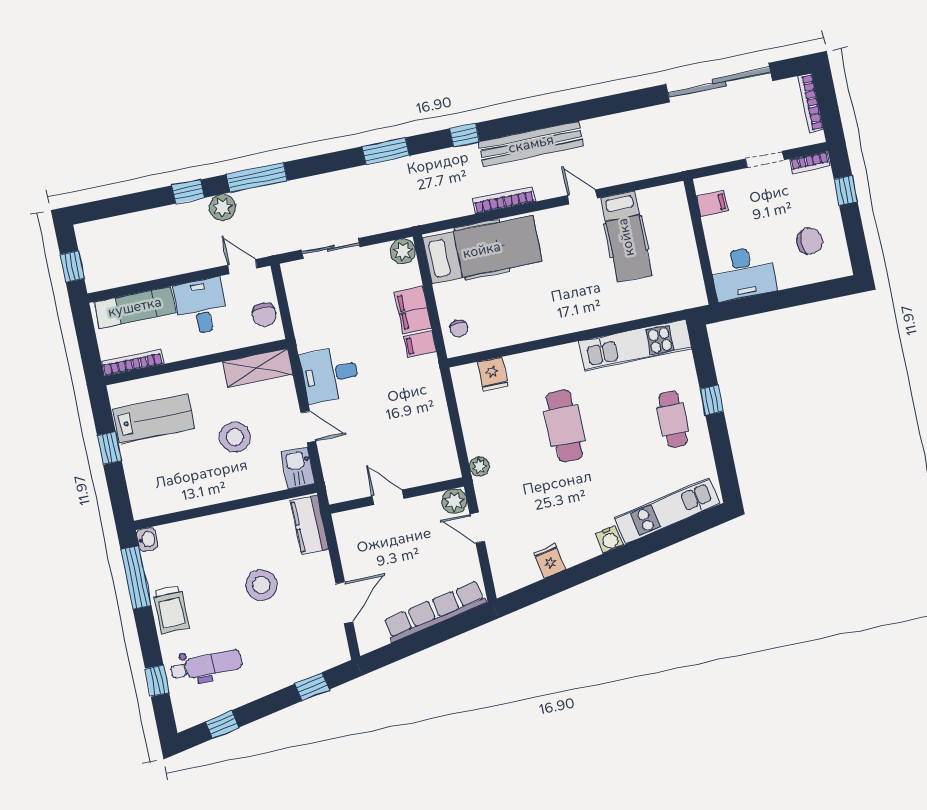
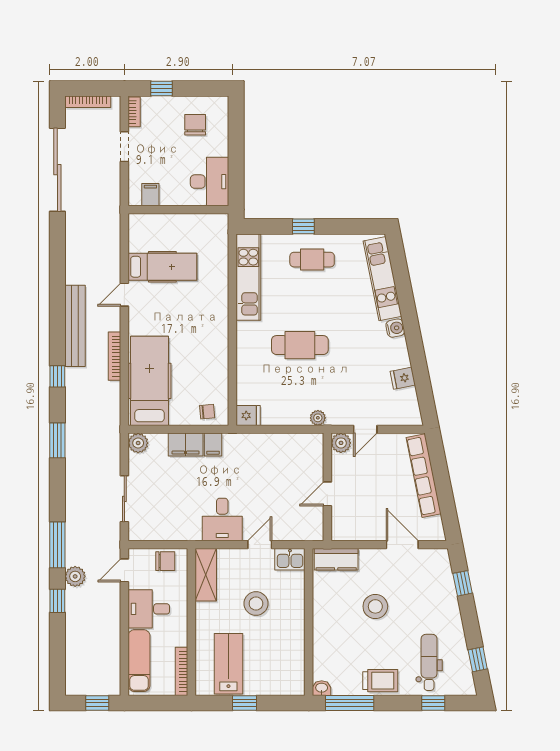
fridge: (493, 374) -> (248, 415), moved

